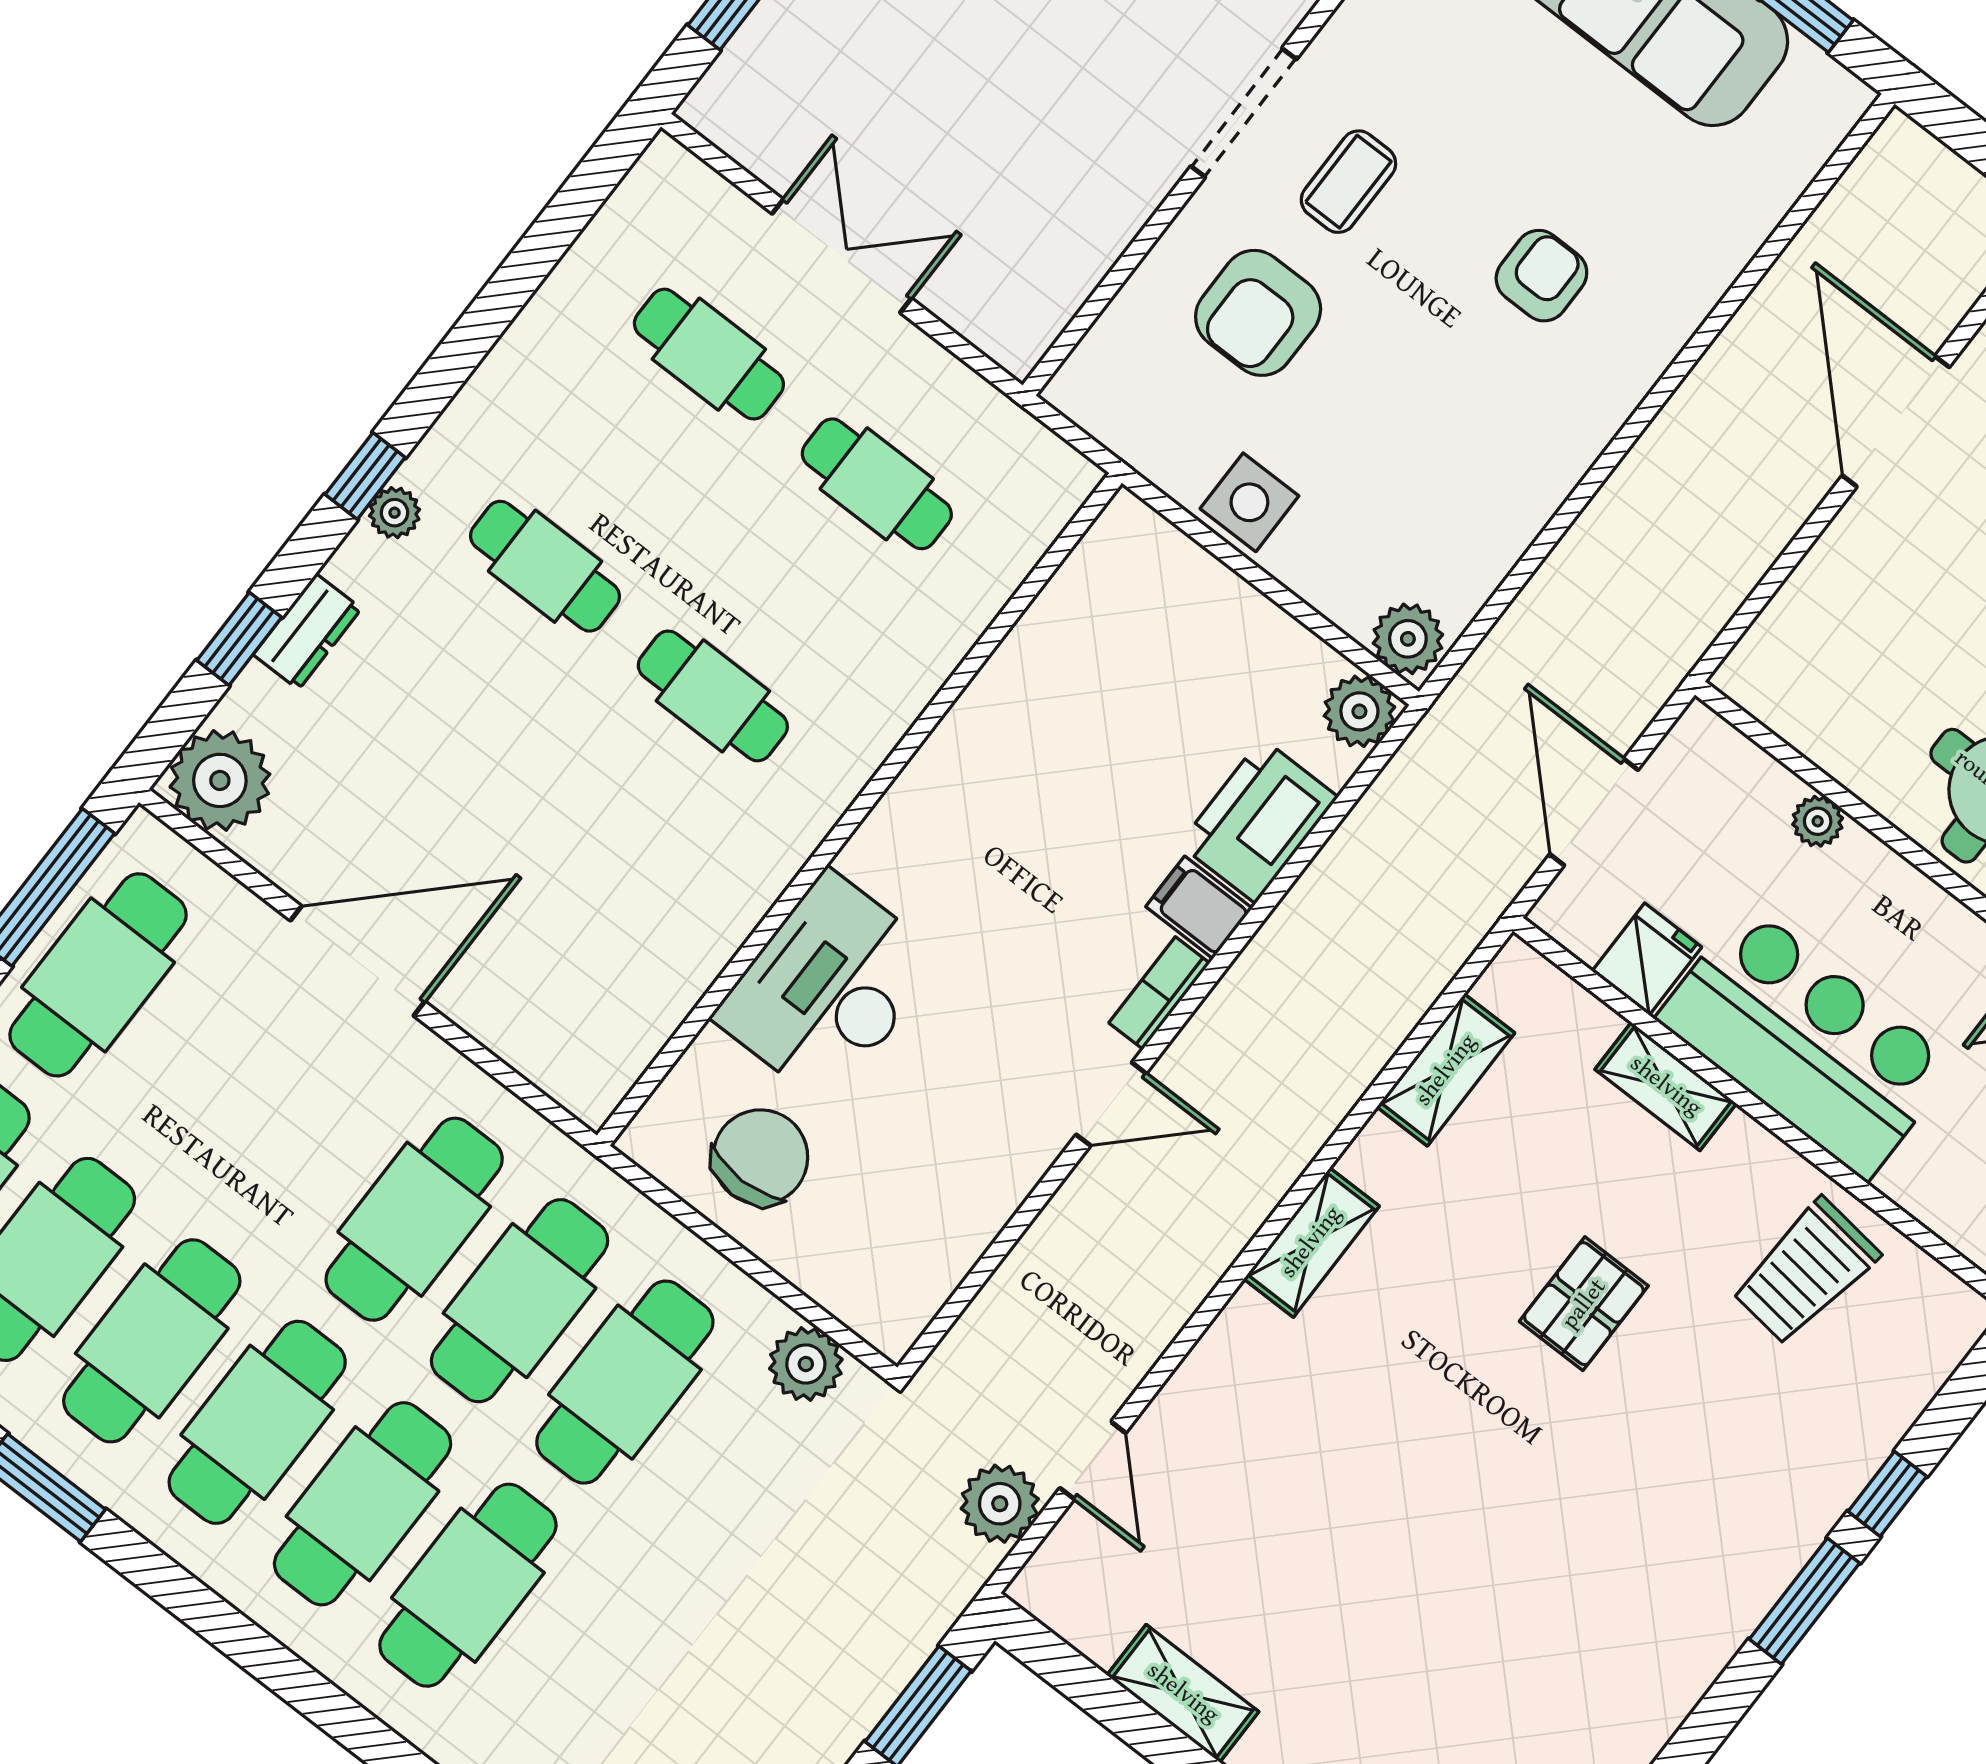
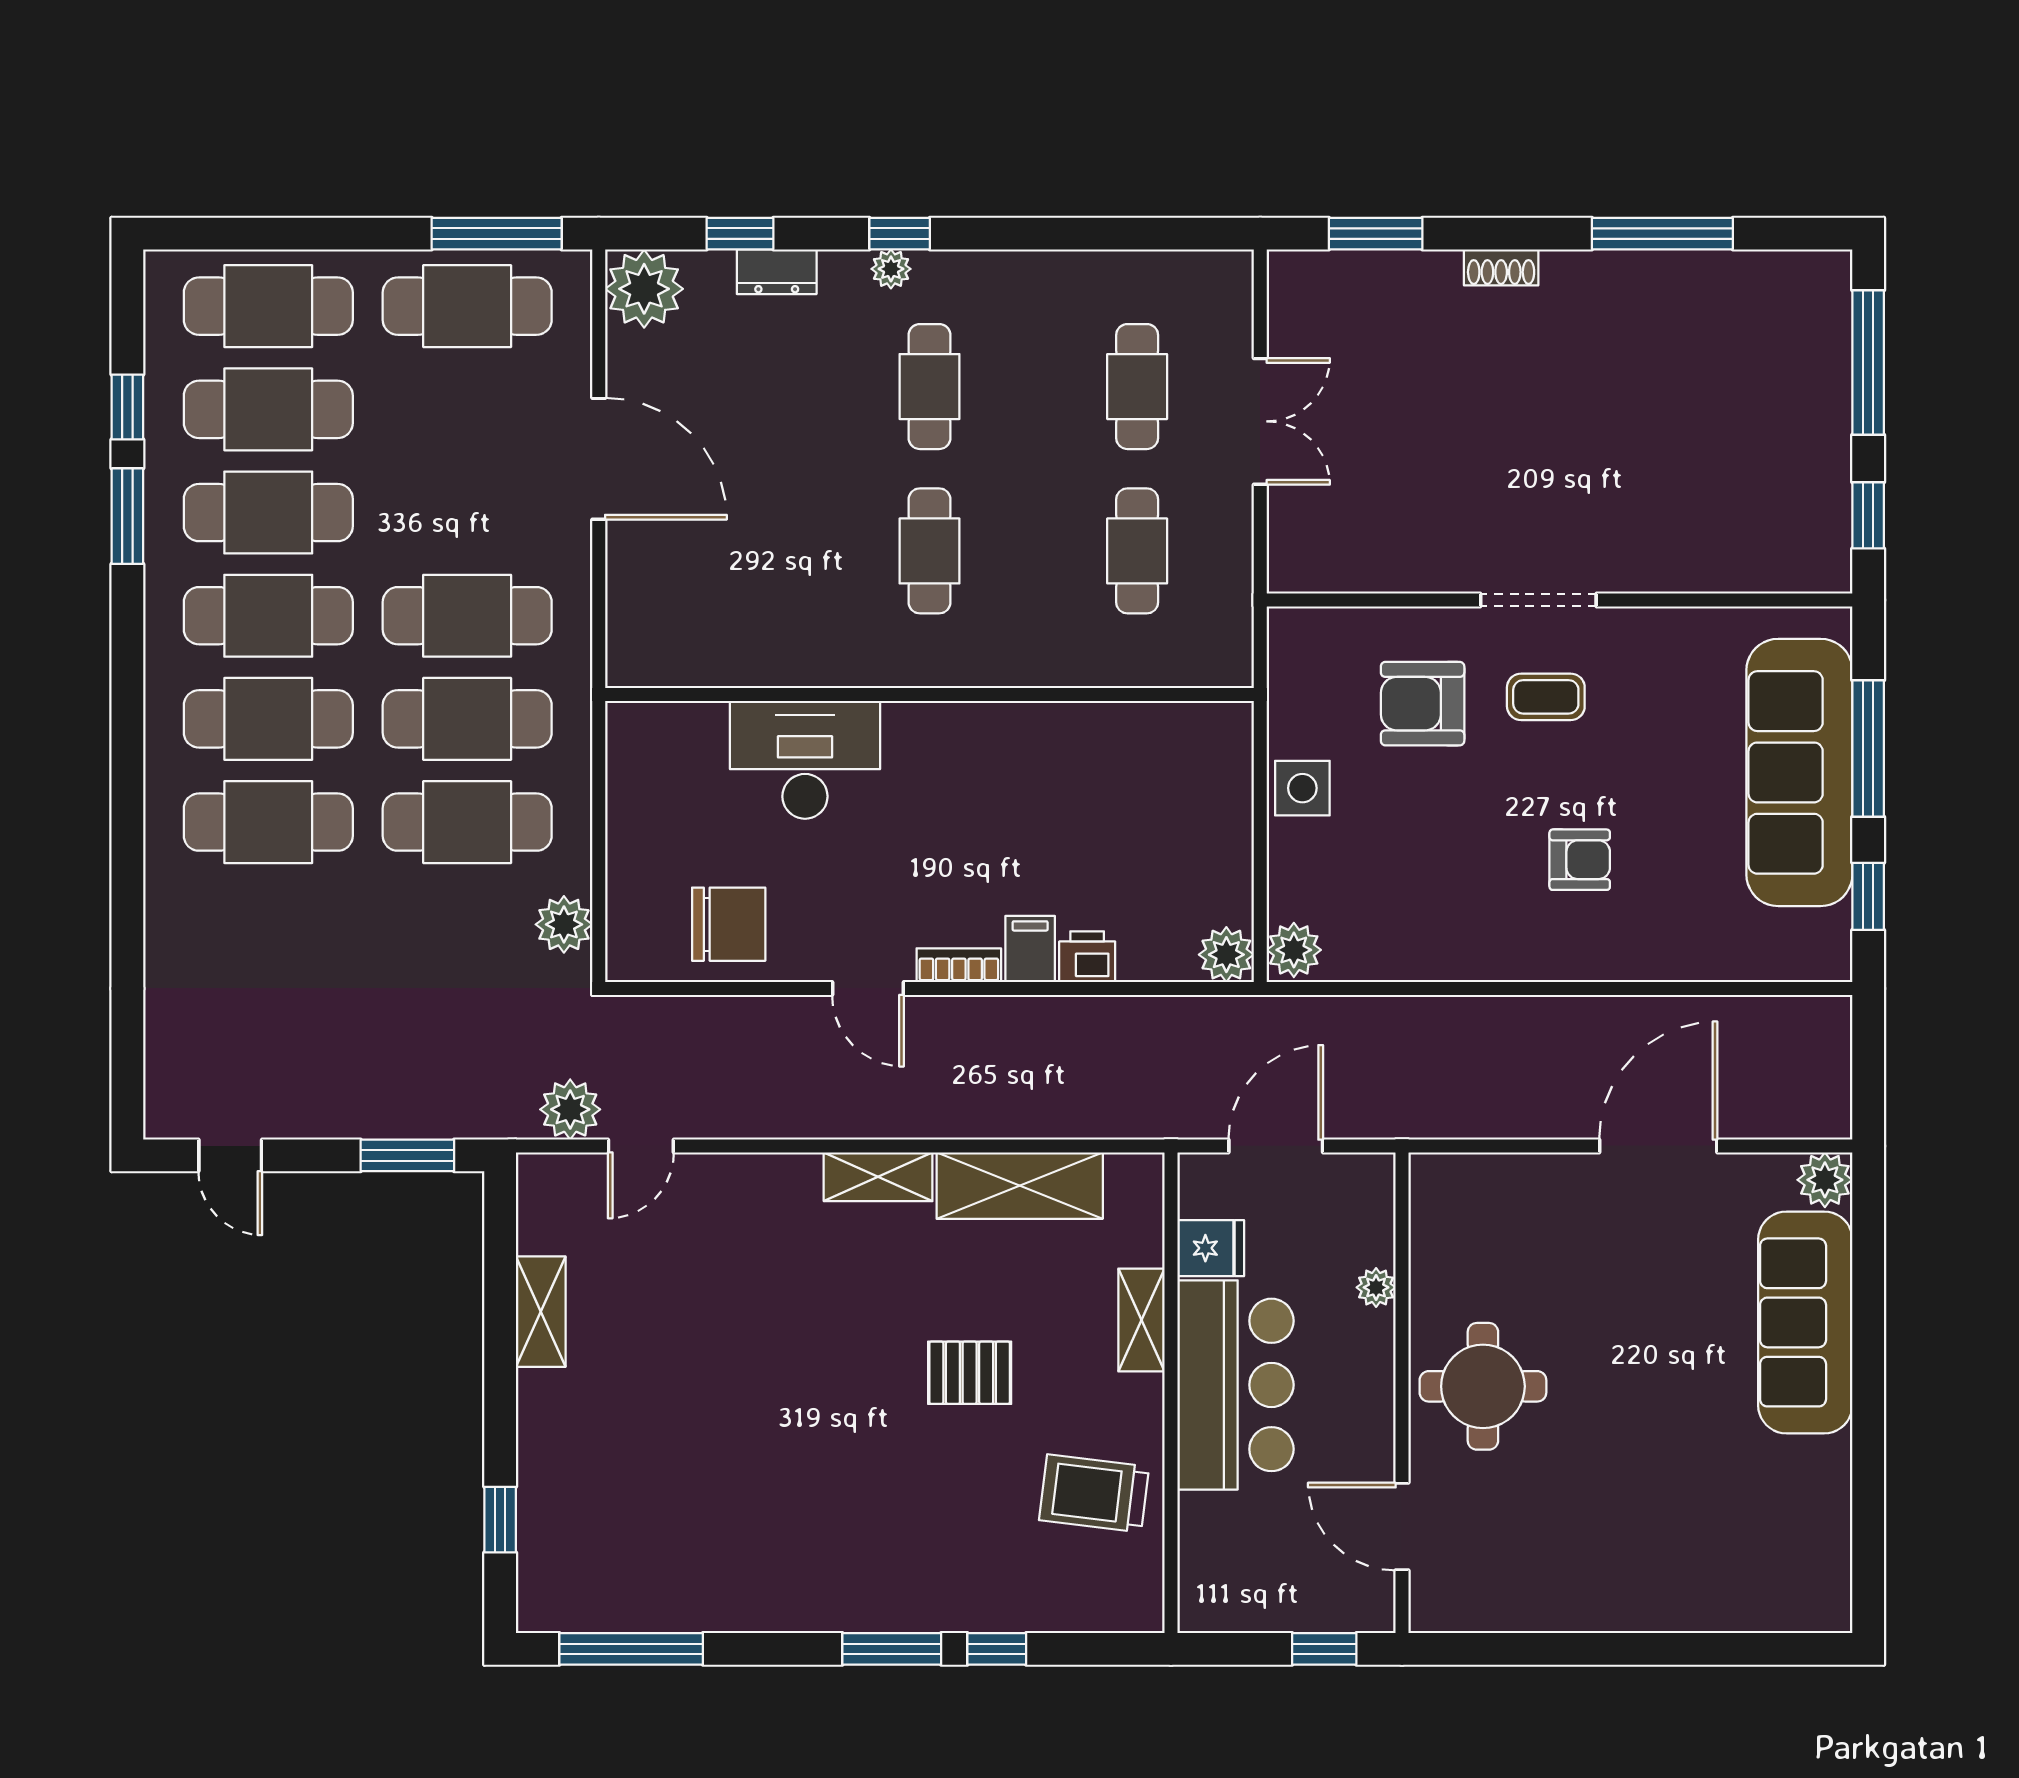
printer: (1259, 821) -> (1087, 957), width x0.53, depth x0.68
shelving: (1446, 1070) -> (1020, 1186), width x1.50, depth x1.33
chair: (760, 1157) -> (729, 924), moved

